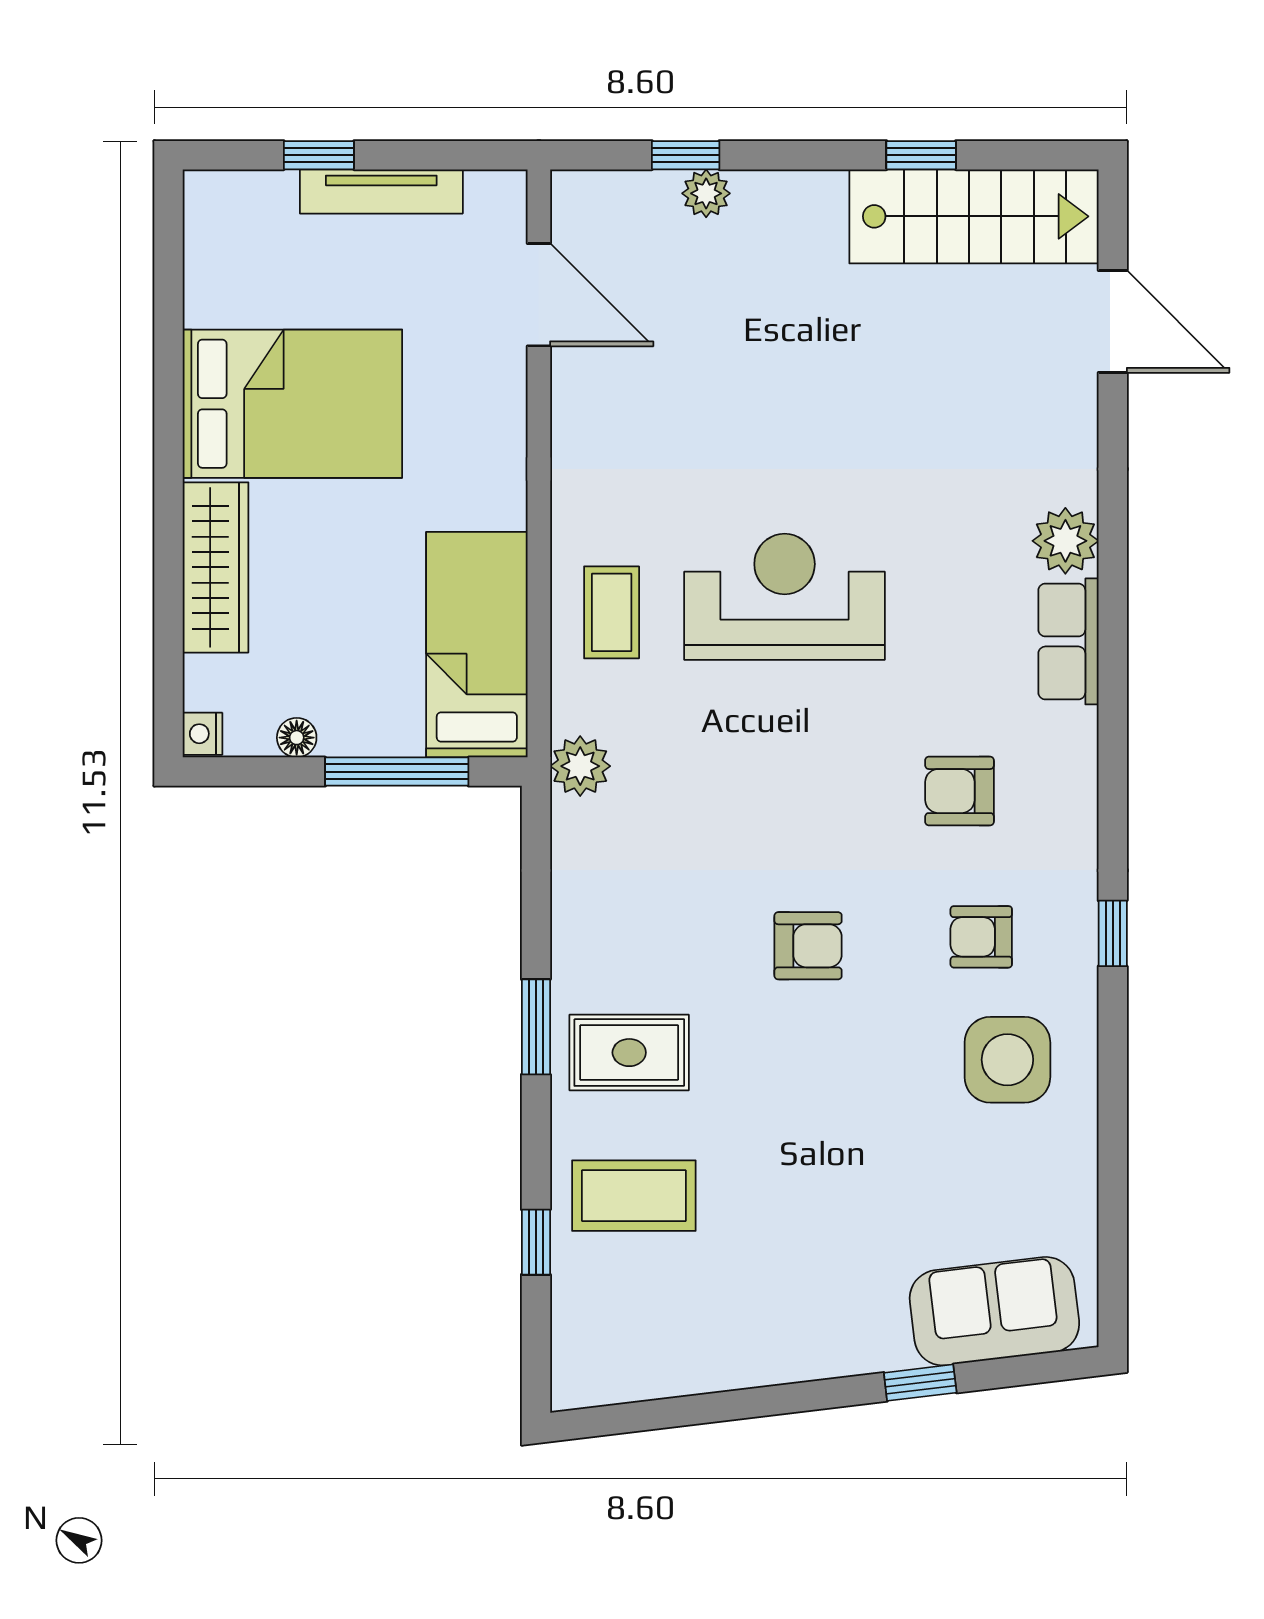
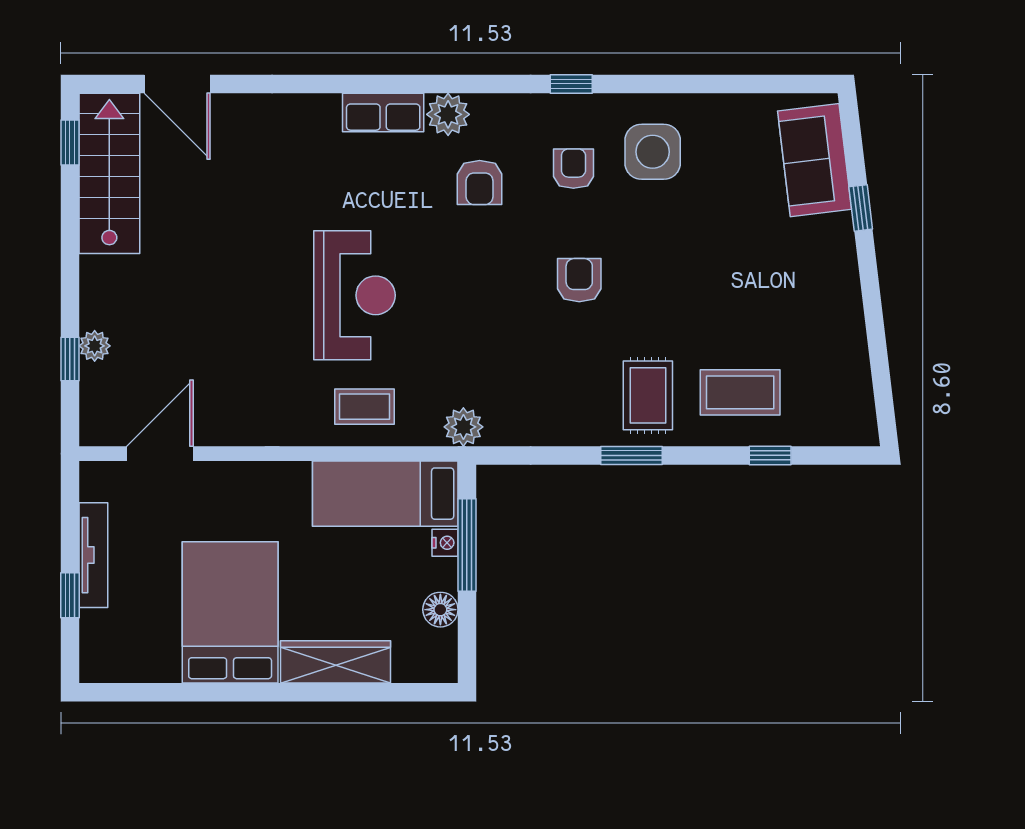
window: (921, 155) -> (70, 142), moved
door: (1113, 322) -> (177, 84), swing flipped
plant: (1065, 541) -> (448, 114), moved
reception desk: (785, 597) -> (354, 295), turned 180
nightstand: (202, 734) -> (445, 543), moved, turned -90
floor lamp: (297, 738) -> (440, 610), width x1.37, depth x1.37
armchair: (981, 937) -> (573, 169), turned 180
coffee table: (634, 1196) -> (740, 392), turned 90

